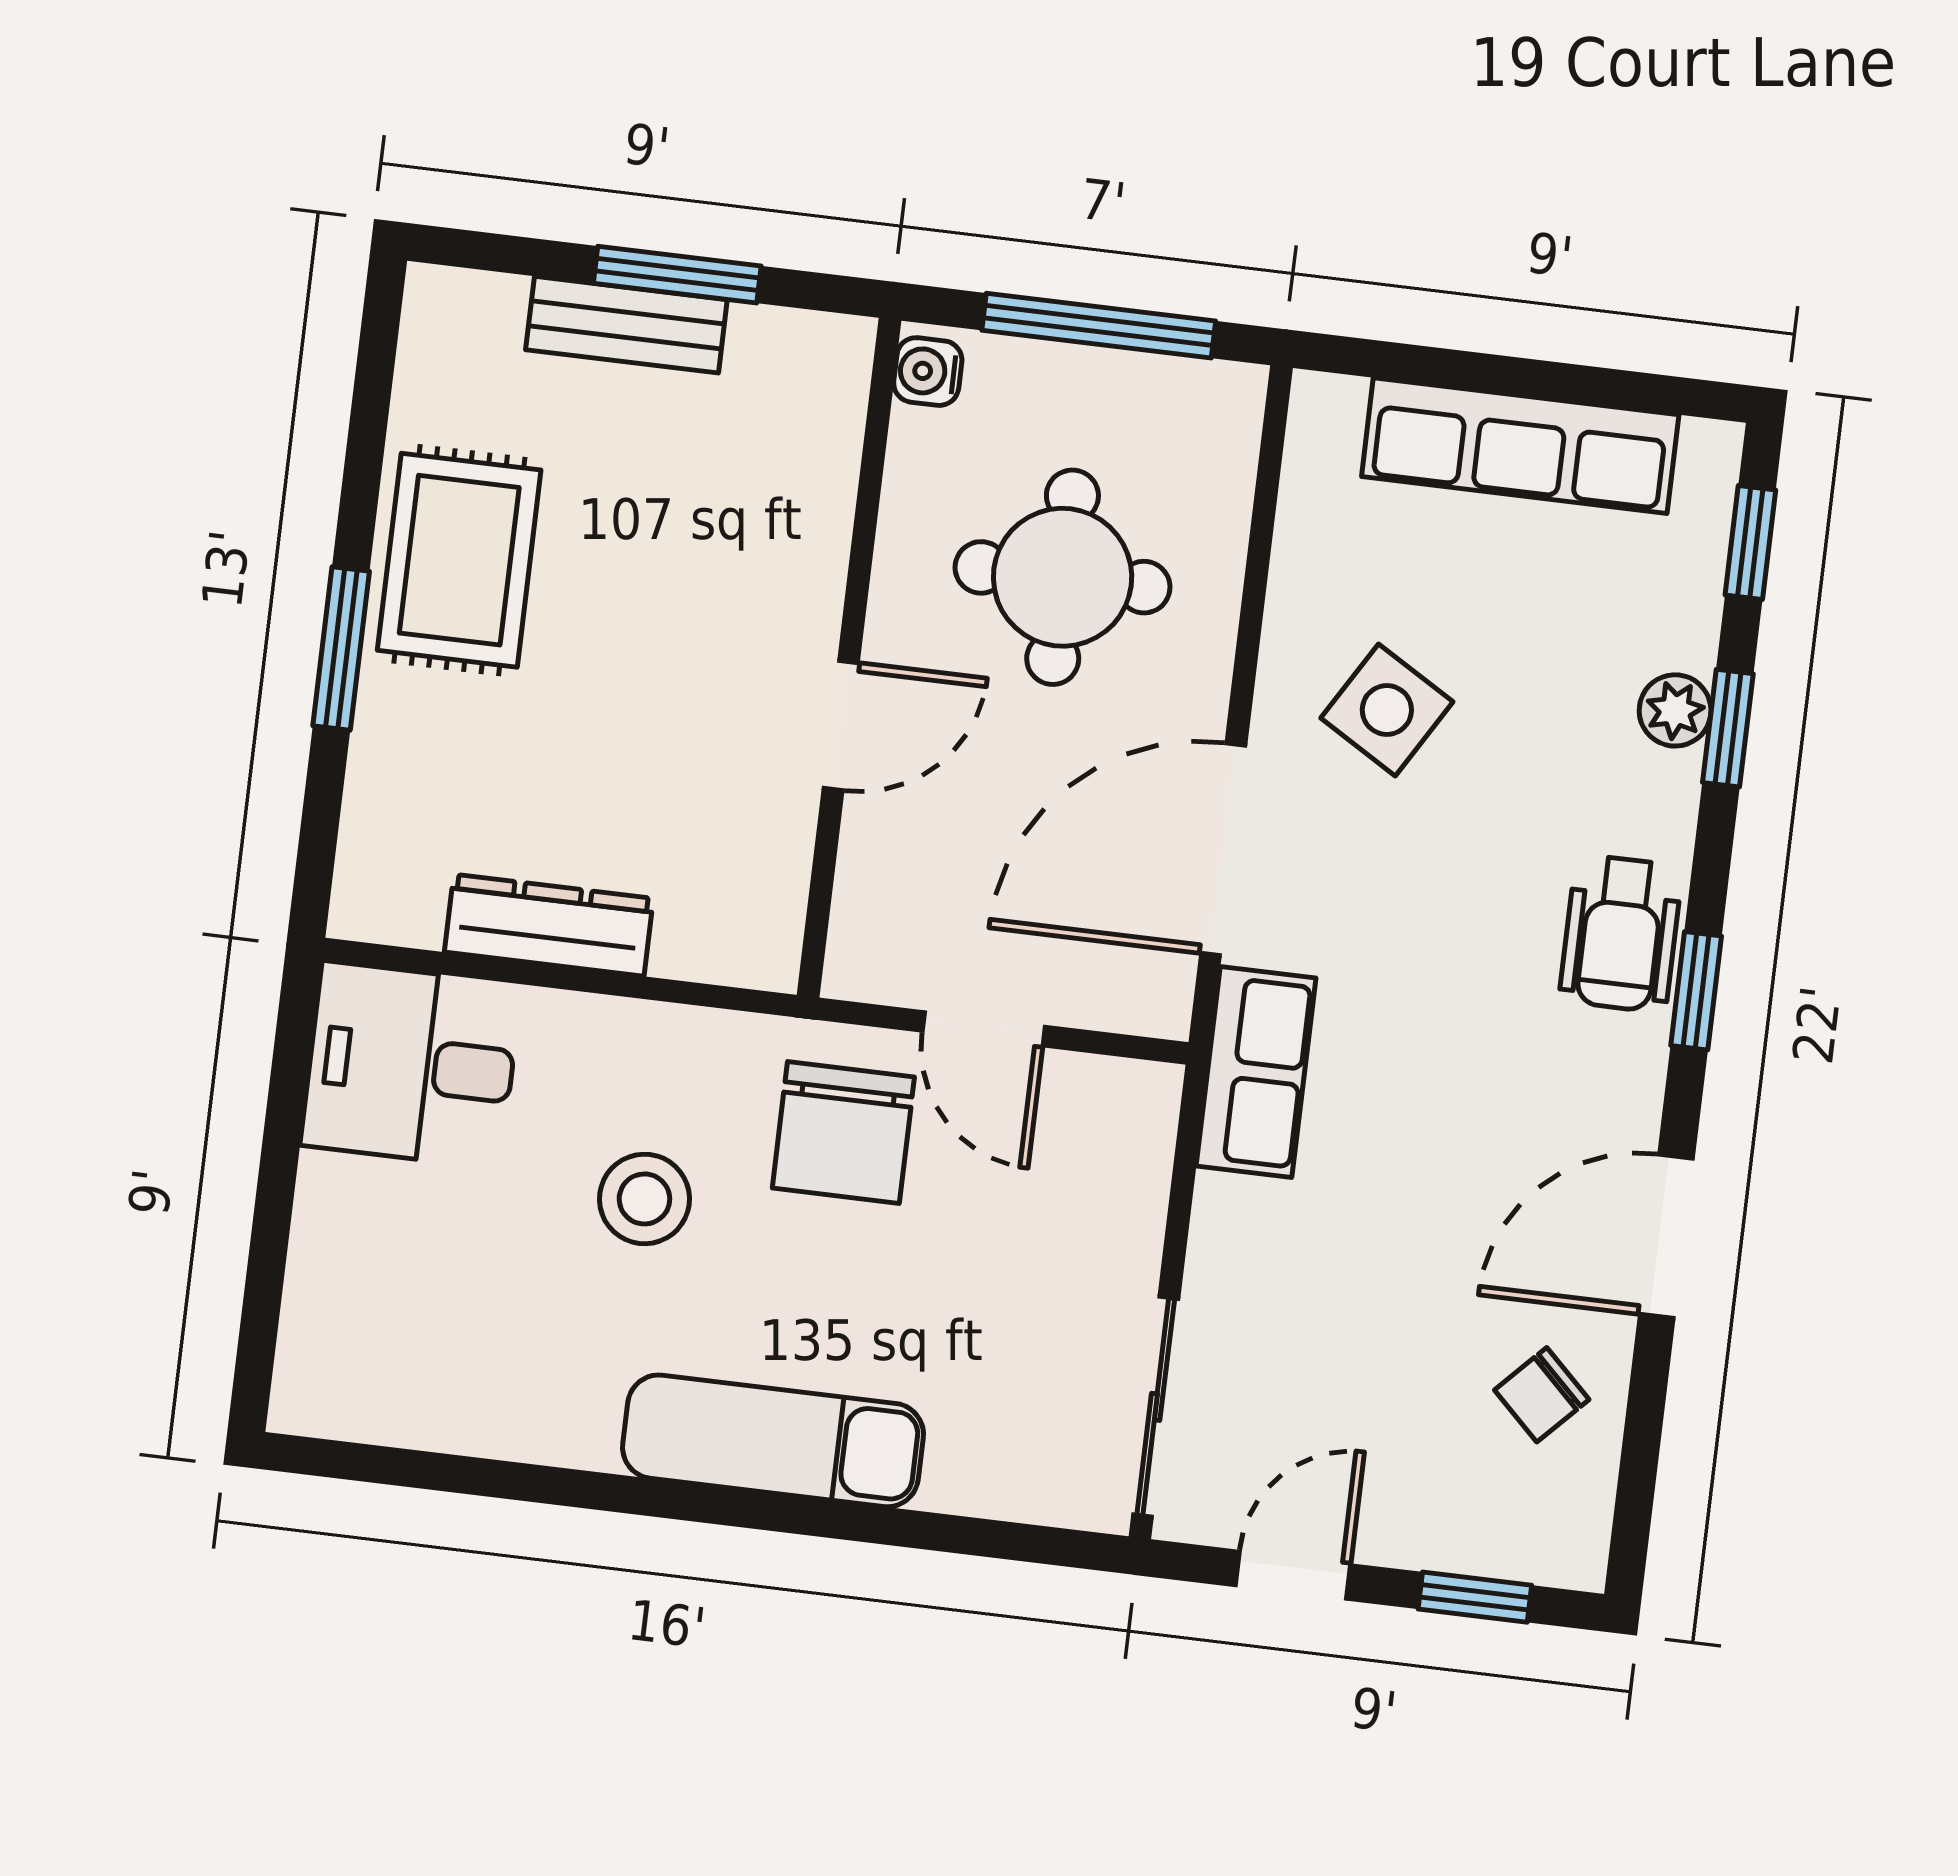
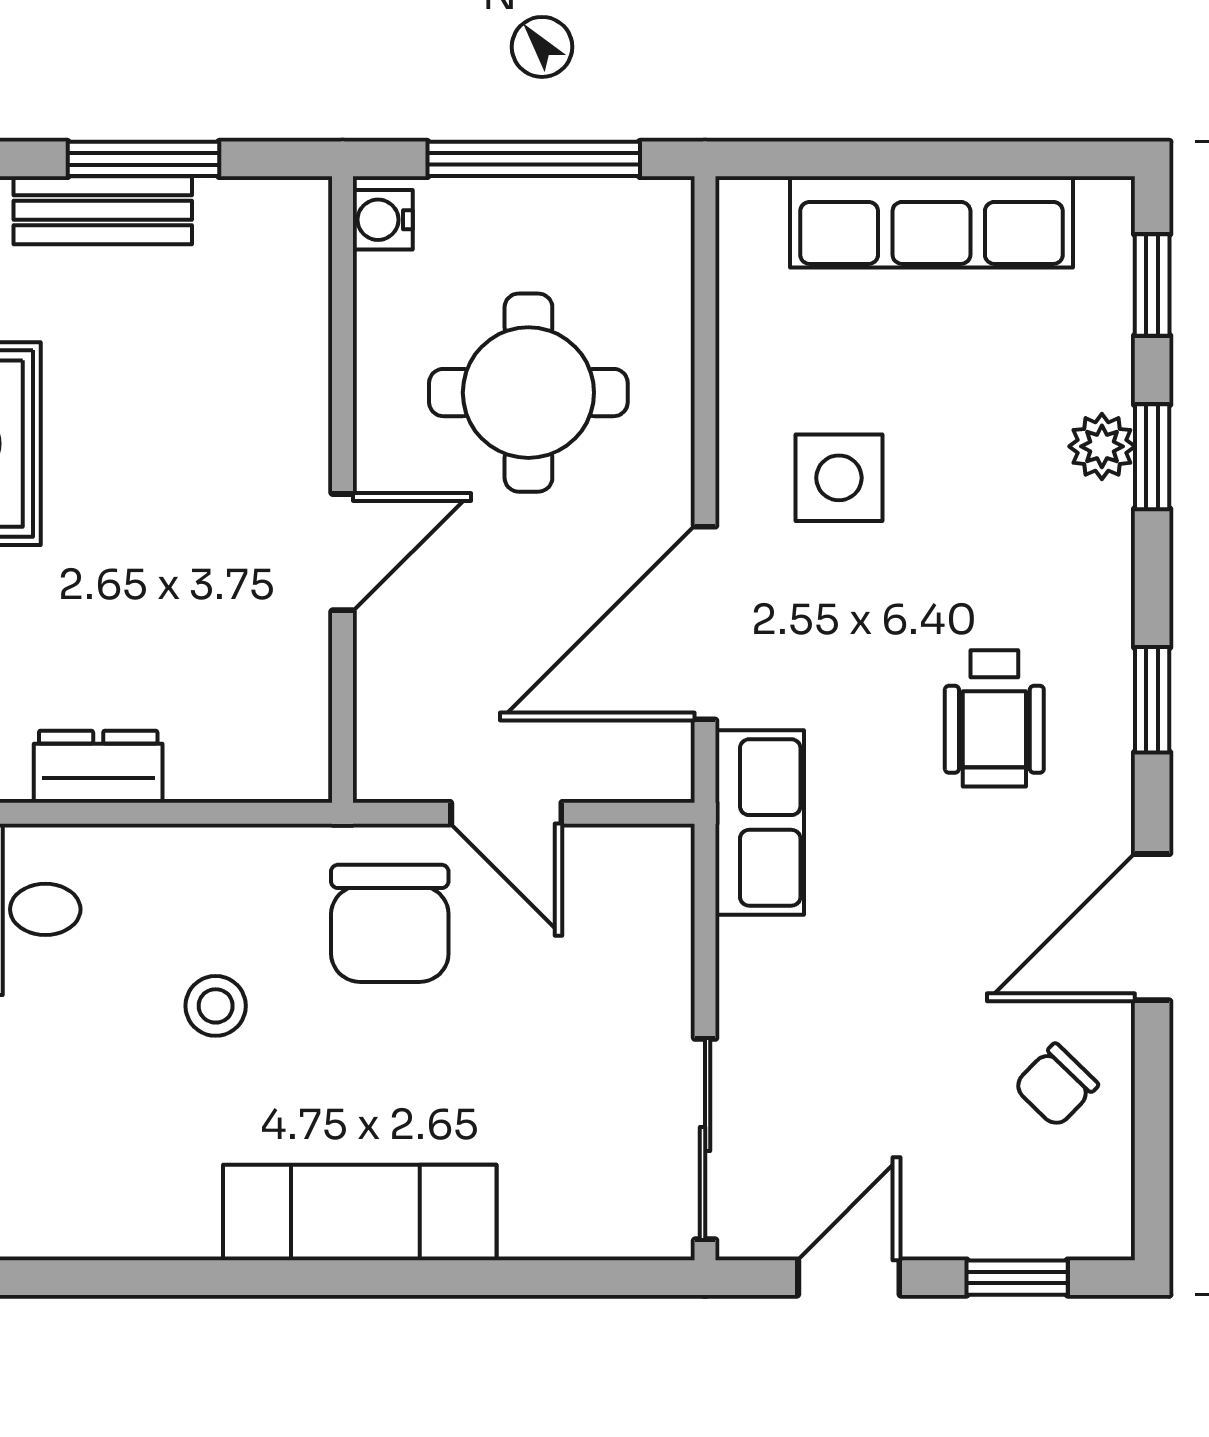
side table: (1387, 710) -> (839, 478), turned -31
dresser: (549, 925) -> (98, 767), width x0.70
wheelchair: (1621, 934) -> (994, 718), moved
stool: (644, 1199) -> (216, 1006), width x0.73, depth x0.73

